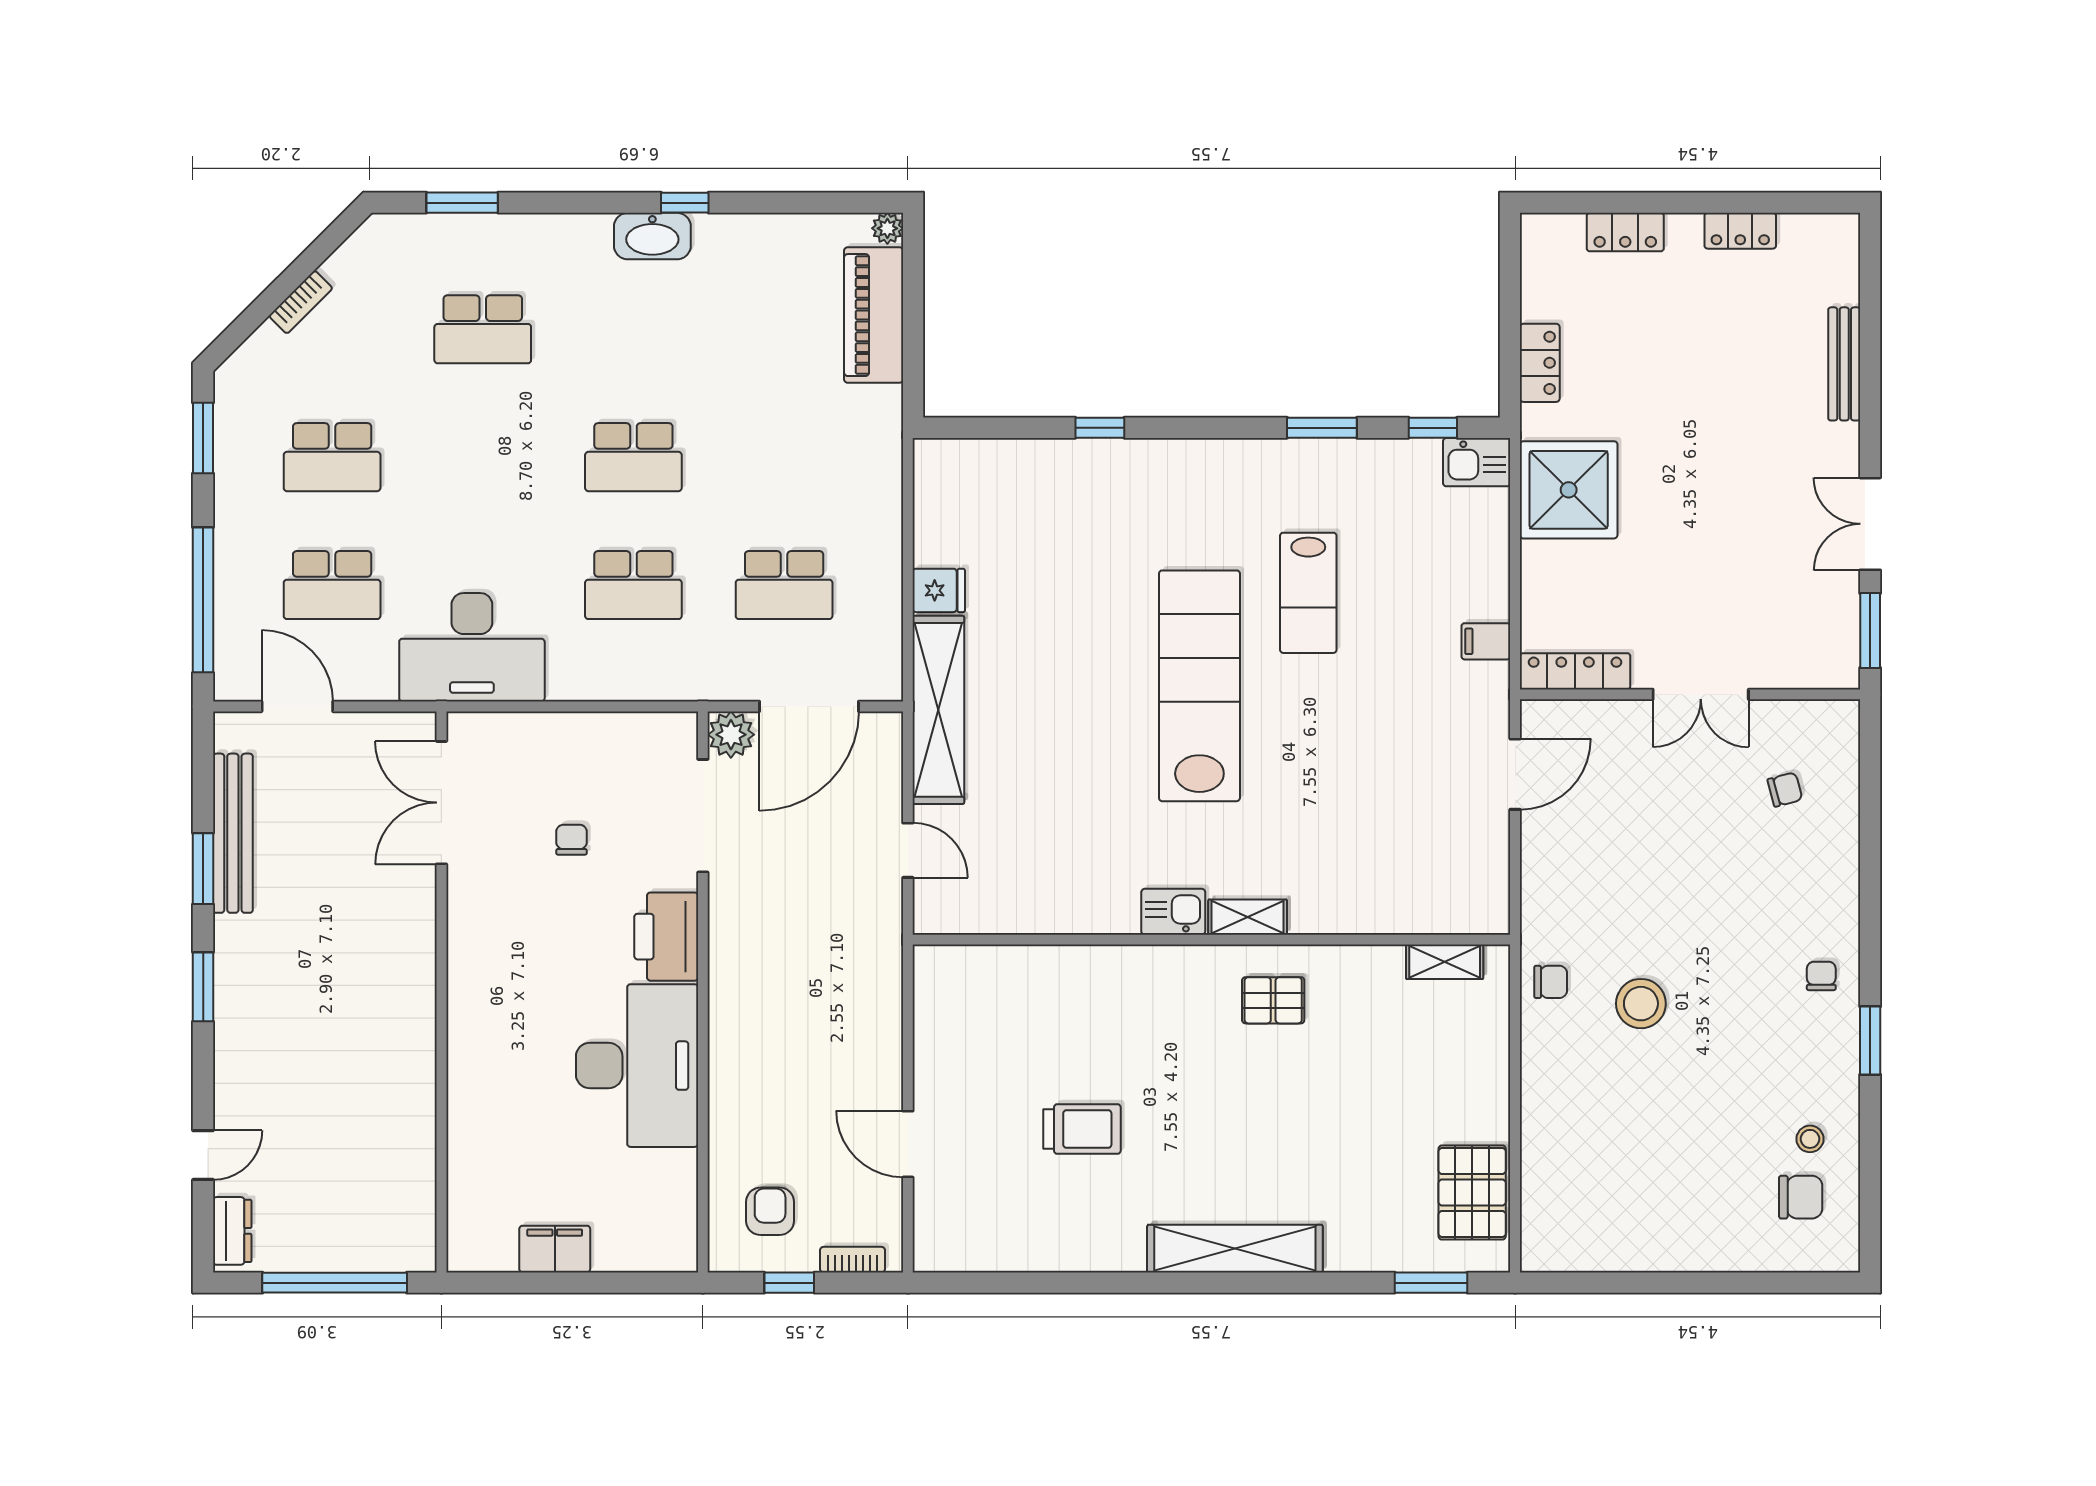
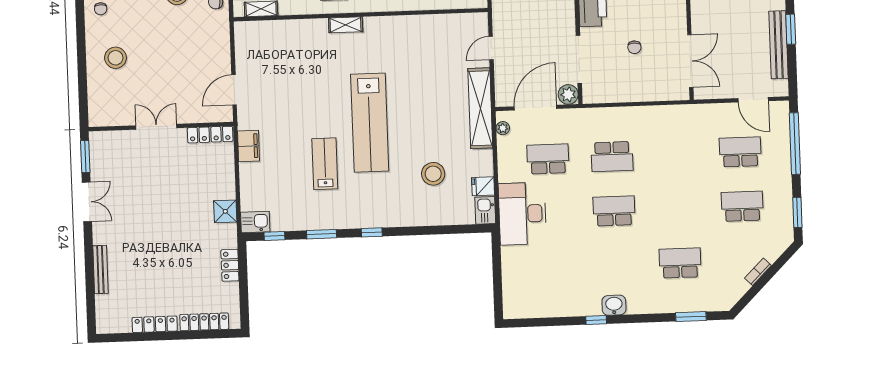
plant: (887, 228) -> (503, 128), moved
locker: (1740, 231) -> (155, 324), width x1.53
locker: (1625, 232) -> (204, 322), width x1.53
washbasin: (652, 236) -> (614, 305), width x0.72
piano: (874, 315) -> (514, 275), removed
window: (1100, 428) -> (372, 232), moved
shower: (1569, 490) -> (225, 211), width x0.54, depth x0.54
stool: (1055, 560) -> (433, 174), added
school desk: (633, 585) -> (612, 157), turned 180
fridge: (939, 590) -> (483, 186), moved
filing cabinet: (1486, 641) -> (248, 146), width x2.00
desk: (472, 647) -> (522, 214), moved, turned -90
chair: (1785, 789) -> (119, 88), removed
door: (908, 850) -> (491, 48), hinge flipped
stool: (1791, 860) -> (115, 58), added
kitchen sink: (1173, 912) -> (485, 210), moved, turned 90

